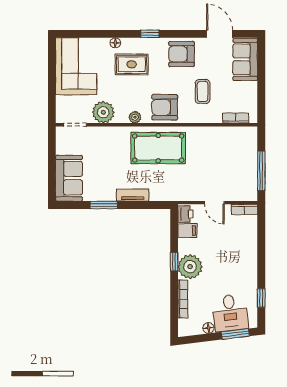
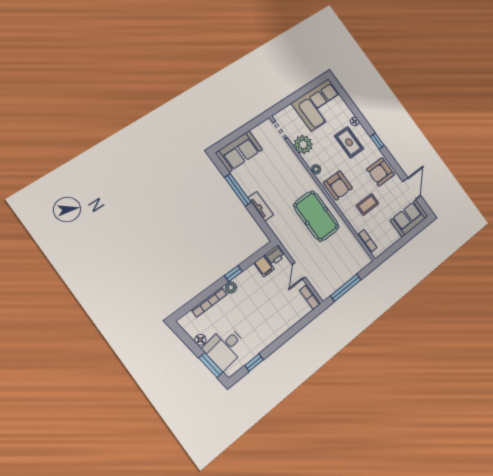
armchair: (182, 54) -> (380, 172), turned -90
armchair: (165, 107) -> (338, 185), turned 180
pool table: (158, 148) -> (316, 216), moved
window: (104, 205) -> (238, 190), width x1.44
plant: (190, 267) -> (231, 288), width x0.53, depth x0.53

